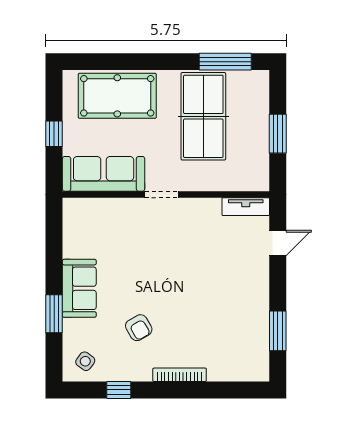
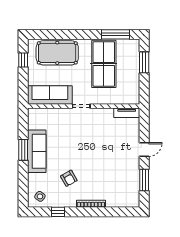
window: (54, 134) -> (23, 60), moved
window: (278, 134) -> (144, 62), moved
door: (278, 243) -> (144, 150), moved
sofa: (79, 288) -> (37, 151), width x1.36
window: (54, 314) -> (23, 150), moved

